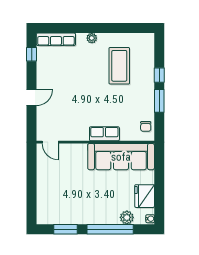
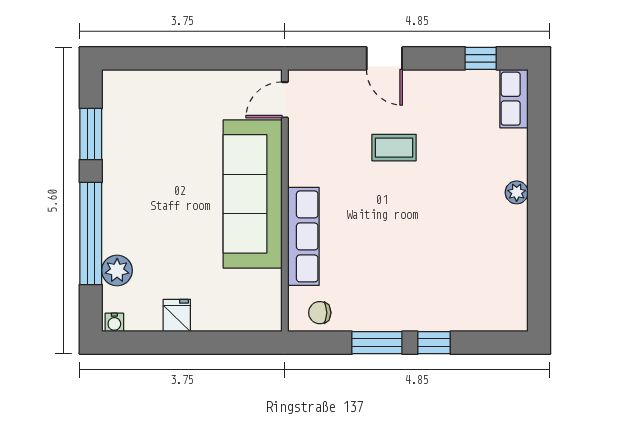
row of seats: (56, 39) -> (514, 99), width x0.68
coffee table: (119, 66) -> (394, 148), moved, width x0.54, depth x0.58
row of seats: (104, 134) -> (303, 236), width x1.48
sofa: (121, 157) -> (253, 194), moved
fridge: (145, 196) -> (177, 315), width x0.53, depth x0.75

